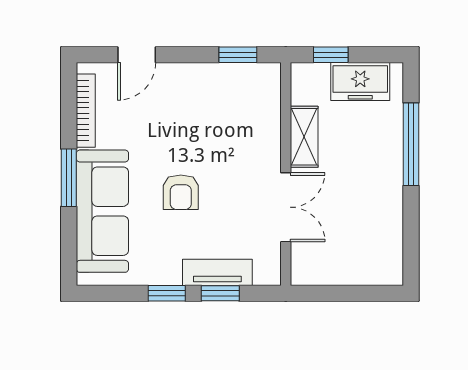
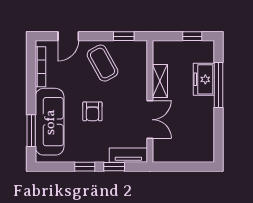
window: (331, 55) -> (192, 36), moved
freezer: (360, 82) -> (204, 79), moved, turned 90
coffee table: (199, 104) -> (103, 63), added
window: (69, 178) -> (31, 131), moved
tv unit: (217, 272) -> (128, 155), moved

